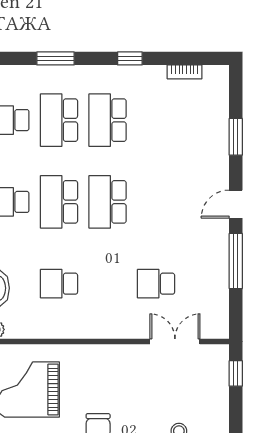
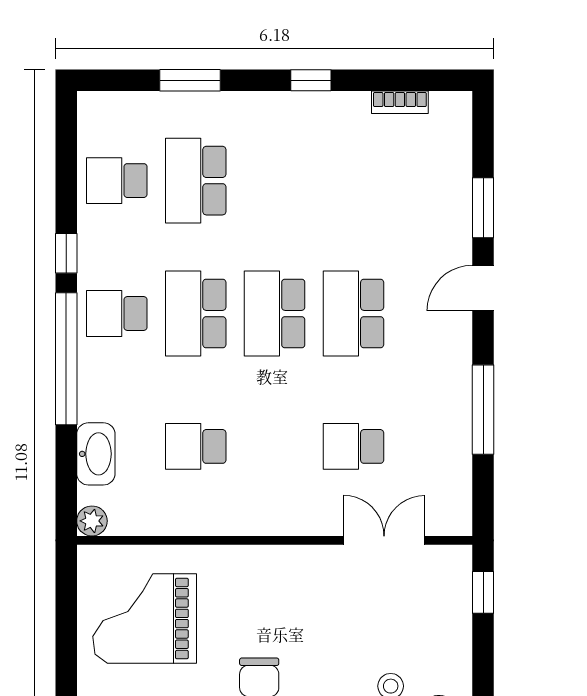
school desk: (108, 120) -> (353, 314), moved
door: (236, 204) -> (483, 288), moved

